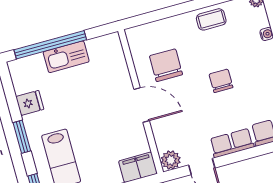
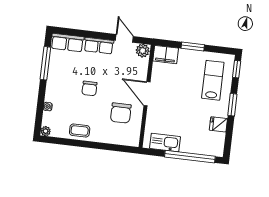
kitchen sink: (66, 57) -> (165, 143), moved

